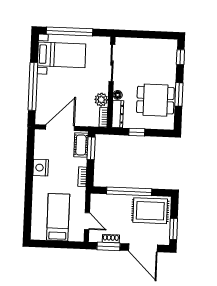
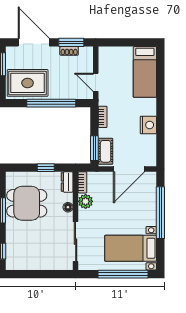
dresser: (118, 114) -> (67, 182), width x0.70
bed: (58, 217) -> (145, 72), moved
door: (87, 221) -> (96, 82), moved

